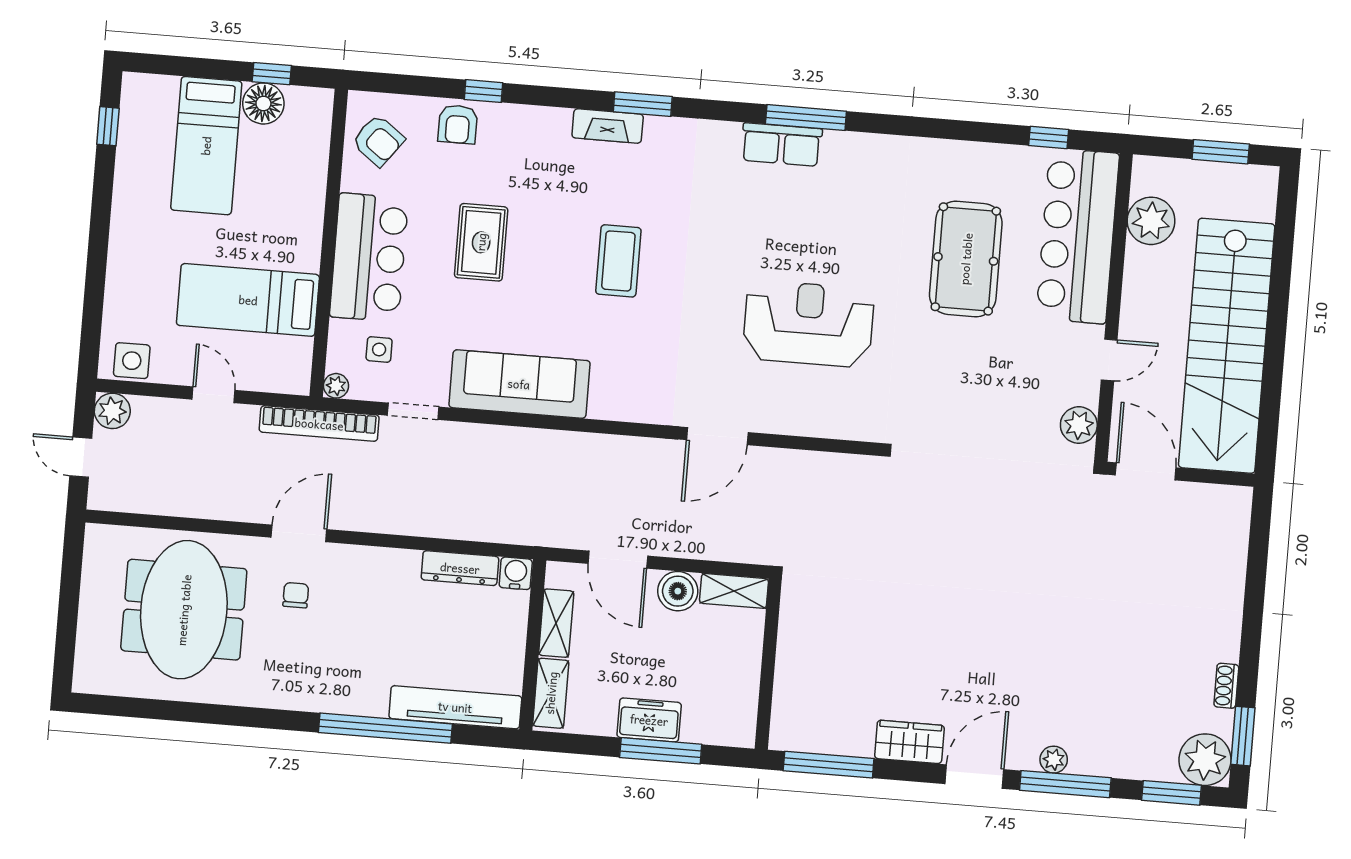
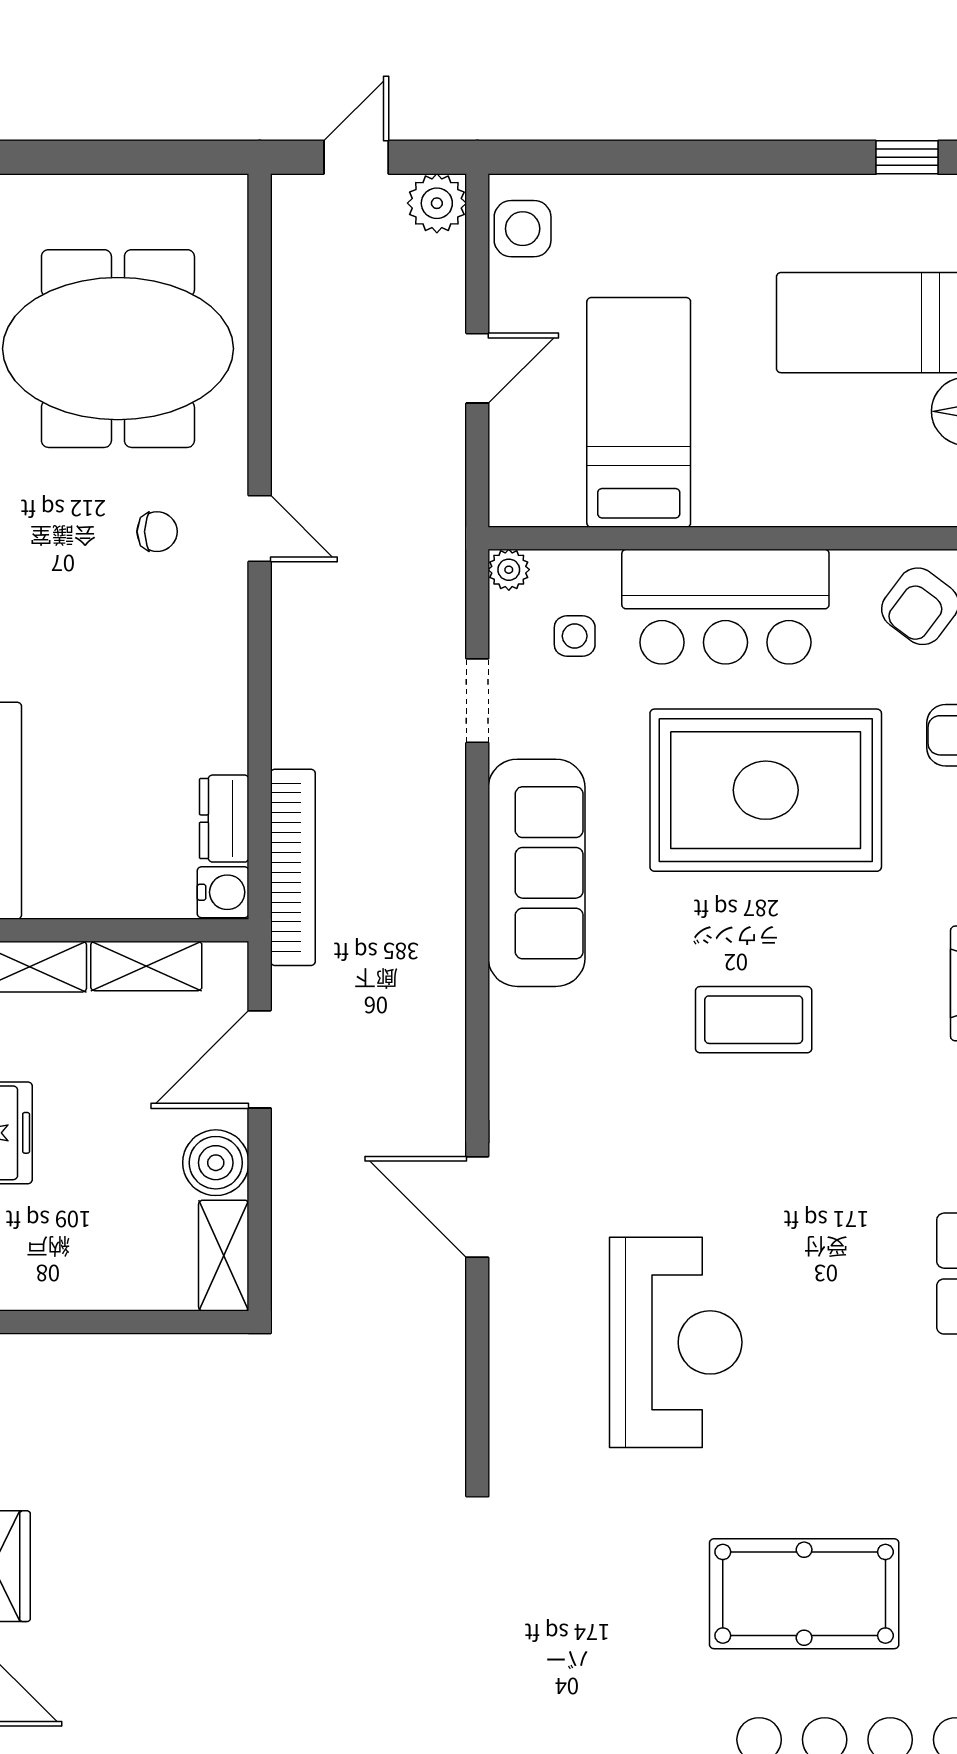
rug: (481, 242) -> (766, 790), width x1.86, depth x2.06
bookcase: (319, 424) -> (293, 867), moved, turned 180
door: (299, 533) -> (260, 529), width x0.73
dresser: (460, 568) -> (224, 819), width x0.70

